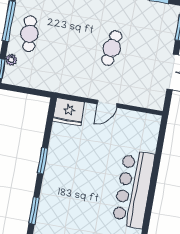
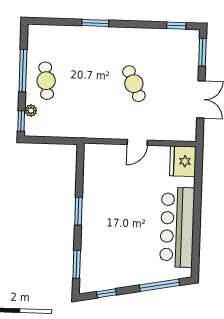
cafe table: (112, 48) -> (134, 84), turned -33
fridge: (69, 112) -> (183, 161), moved, turned 90

